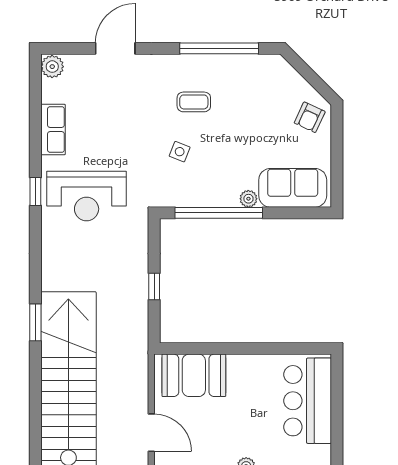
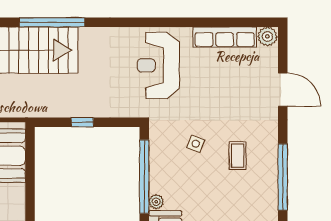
row of seats: (53, 130) -> (225, 37), width x1.48
window: (35, 191) -> (162, 22), removed
window: (35, 322) -> (52, 22), width x2.11

